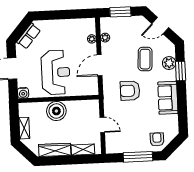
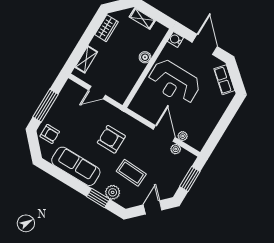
door: (100, 65) -> (164, 133), moved
armchair: (130, 91) -> (111, 139), turned -90
sofa: (168, 98) -> (76, 166), width x1.36
boiler: (56, 111) -> (145, 57), width x0.54, depth x0.54
wardrobe: (55, 150) -> (107, 28), width x0.67

